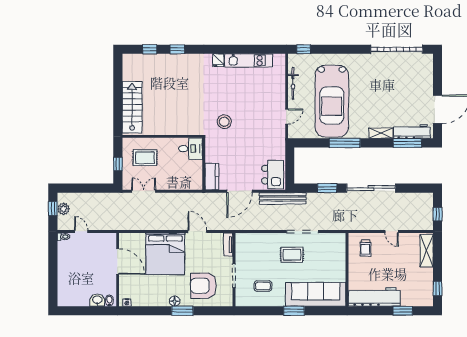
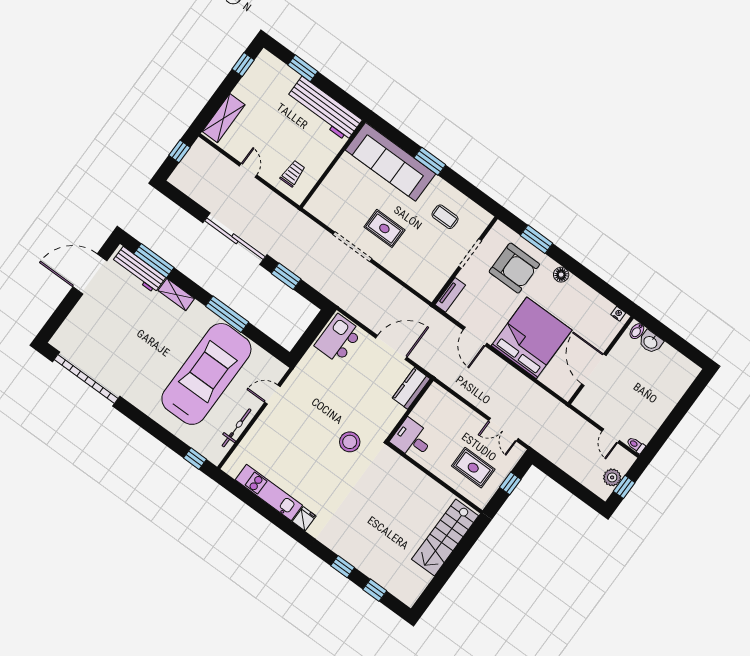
bench: (283, 198) -> (347, 302), removed
window: (182, 311) -> (536, 239), moved

